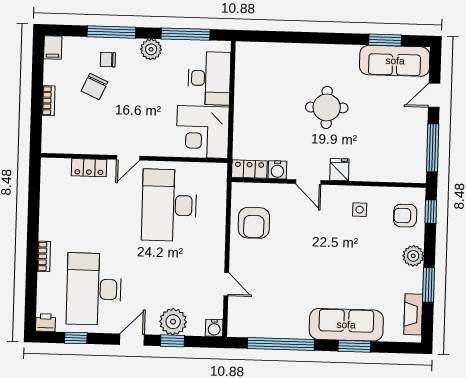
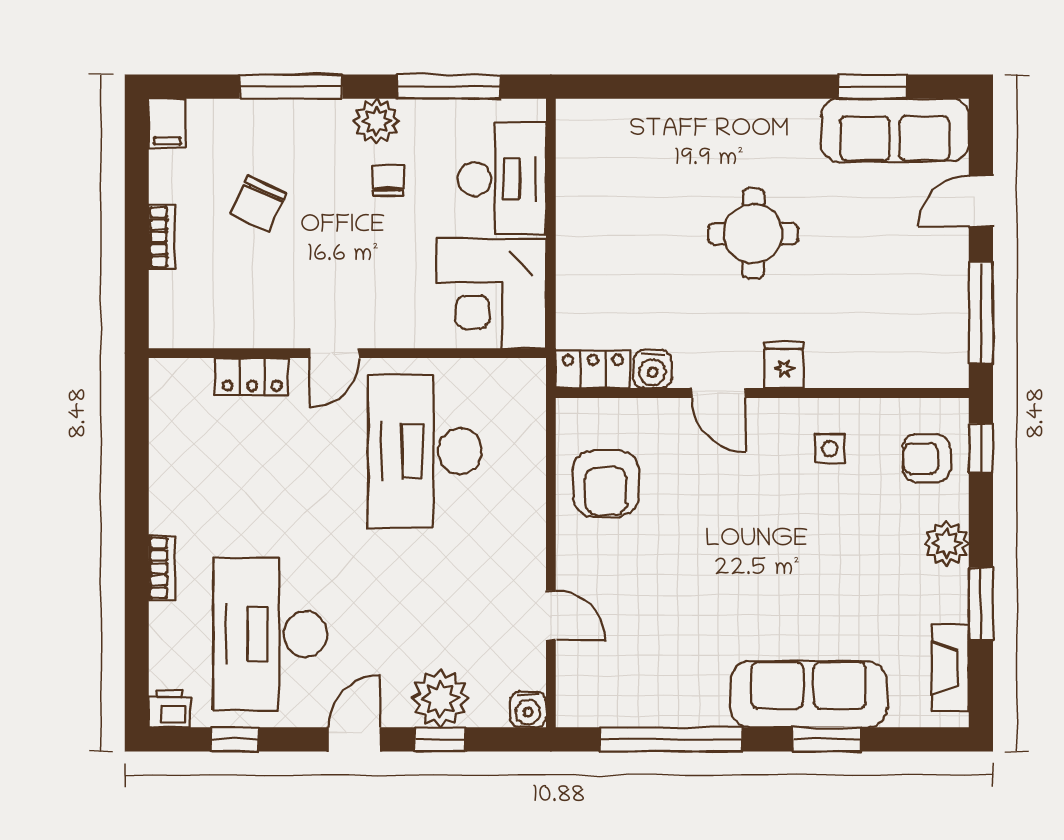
chair: (108, 60) -> (388, 180), moved, turned 90

